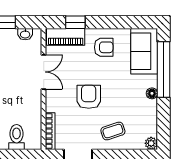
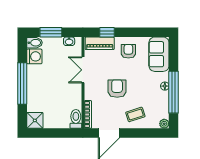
armchair: (104, 47) -> (128, 51), turned -90
window: (164, 69) -> (174, 92), moved
double door: (44, 72) -> (83, 70), swing flipped
toilet: (17, 137) -> (76, 119), moved

